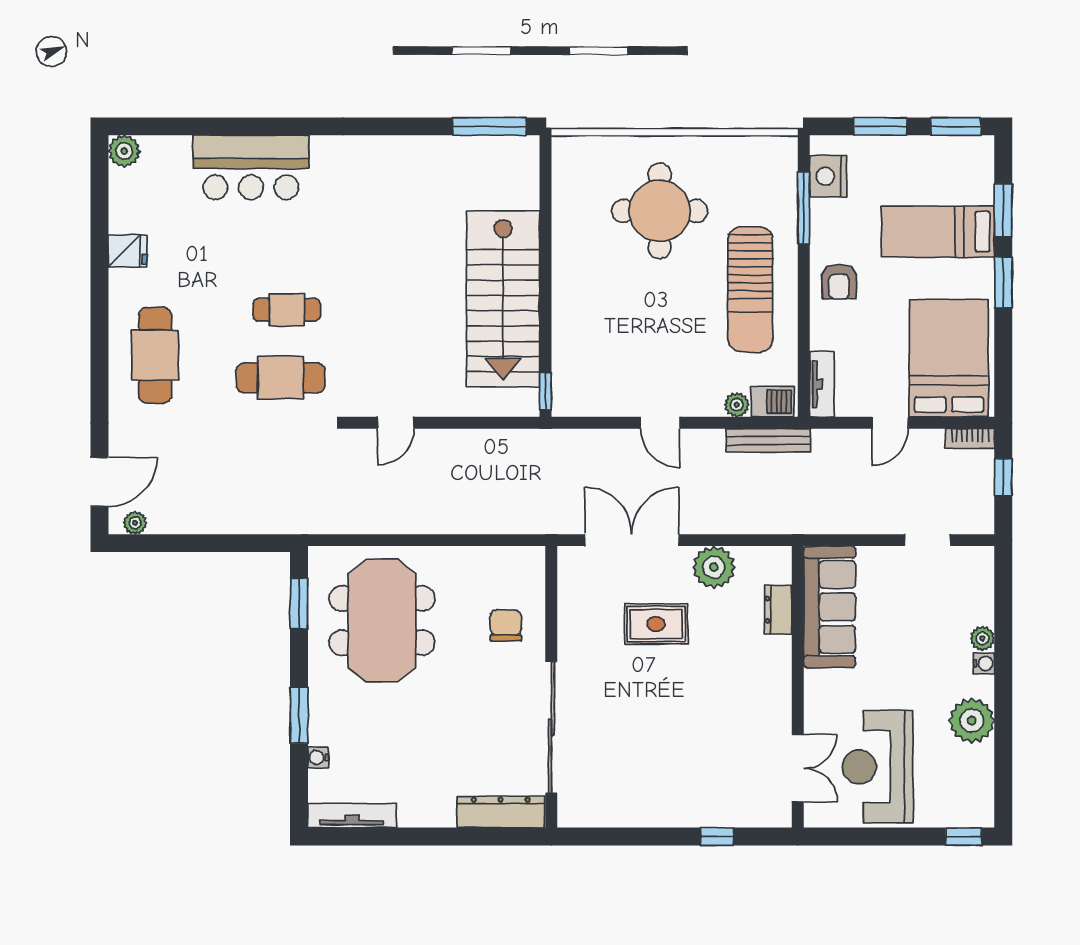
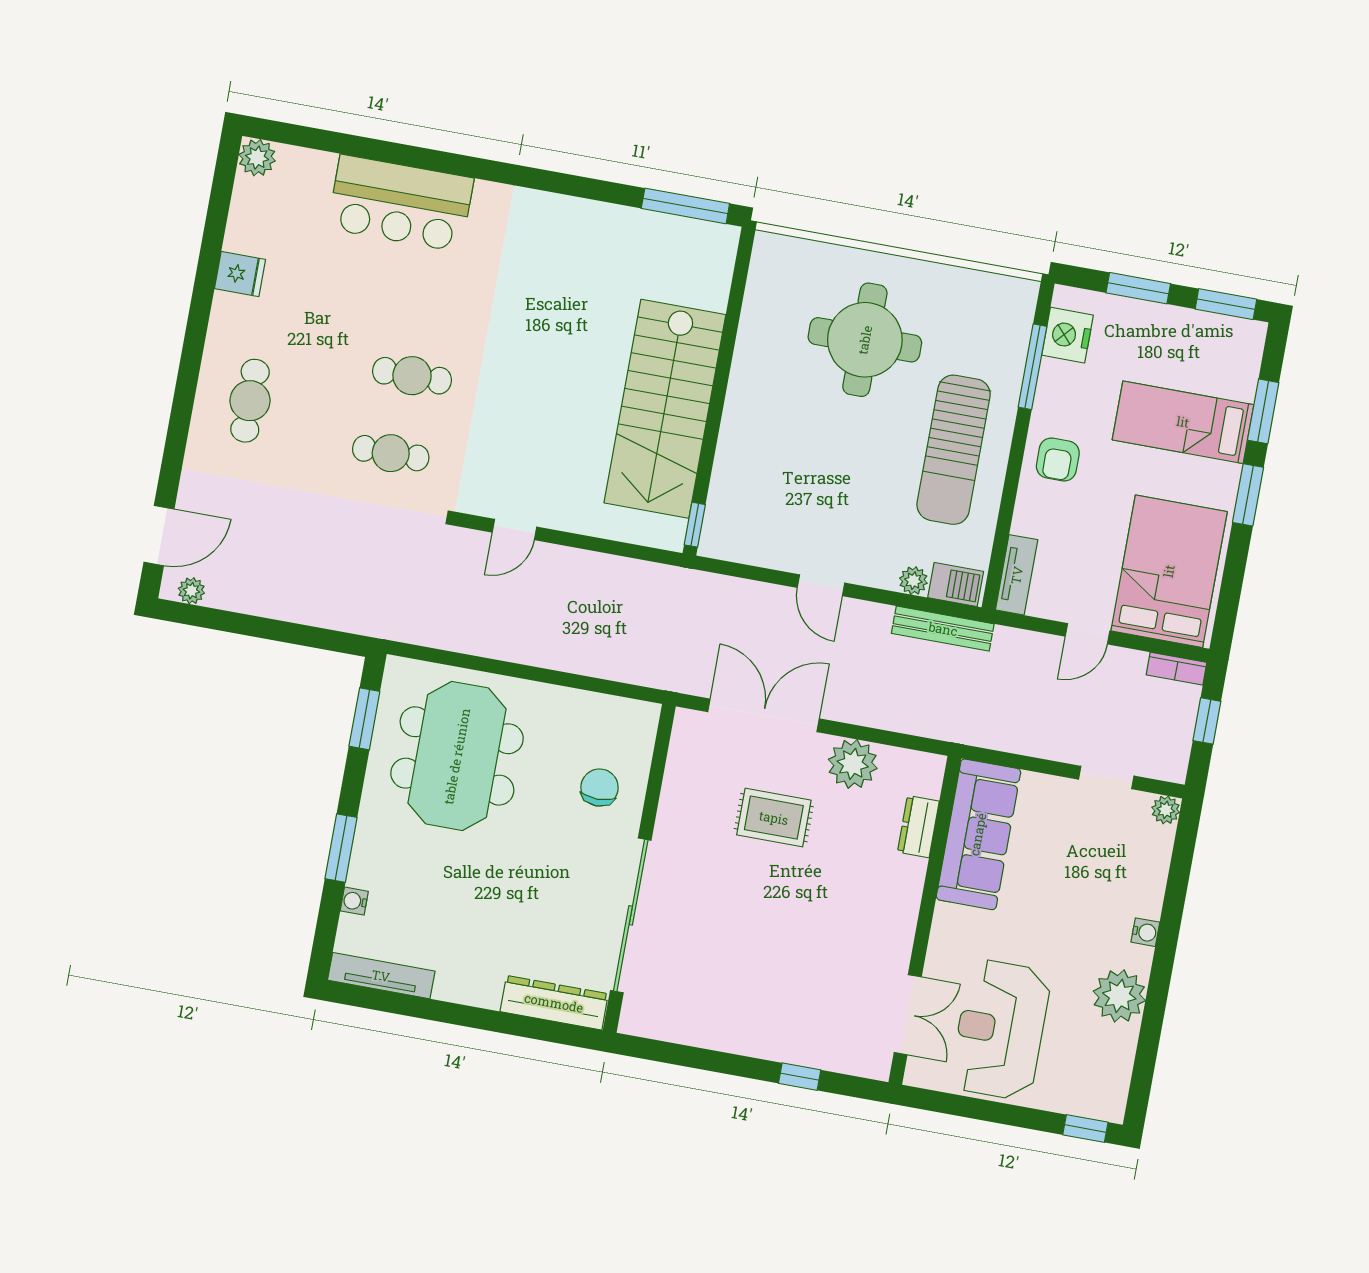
cafe table: (155, 355) -> (250, 401), width x0.73, depth x0.74
cafe table: (281, 378) -> (391, 453), width x0.73, depth x0.74
plant: (982, 638) -> (1166, 810), moved

